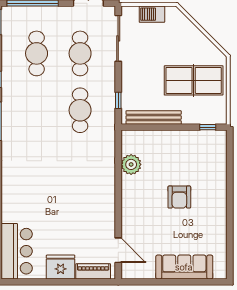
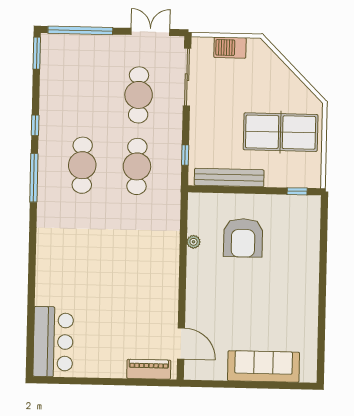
cafe table: (37, 53) -> (82, 165), moved
plant: (131, 164) -> (194, 242), width x0.53, depth x0.53
armchair: (179, 197) -> (243, 238), moved, width x1.36, depth x1.36
fridge: (61, 267) -> (108, 363), removed

